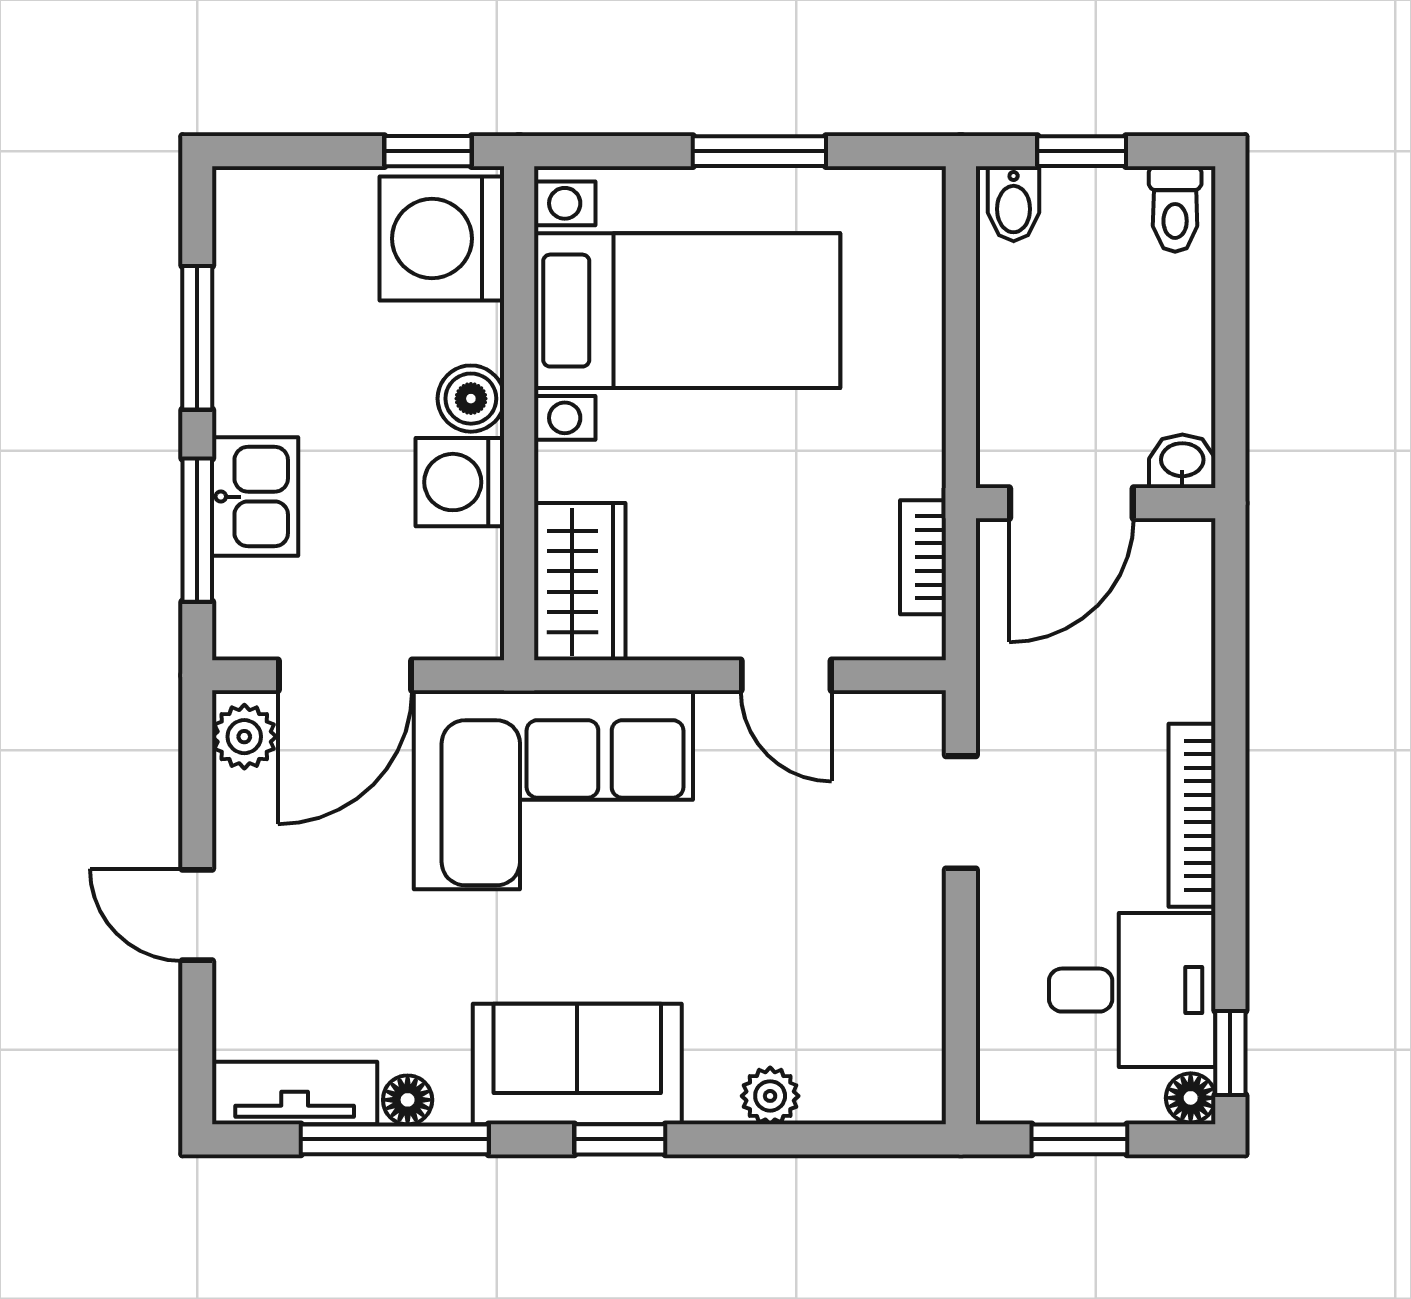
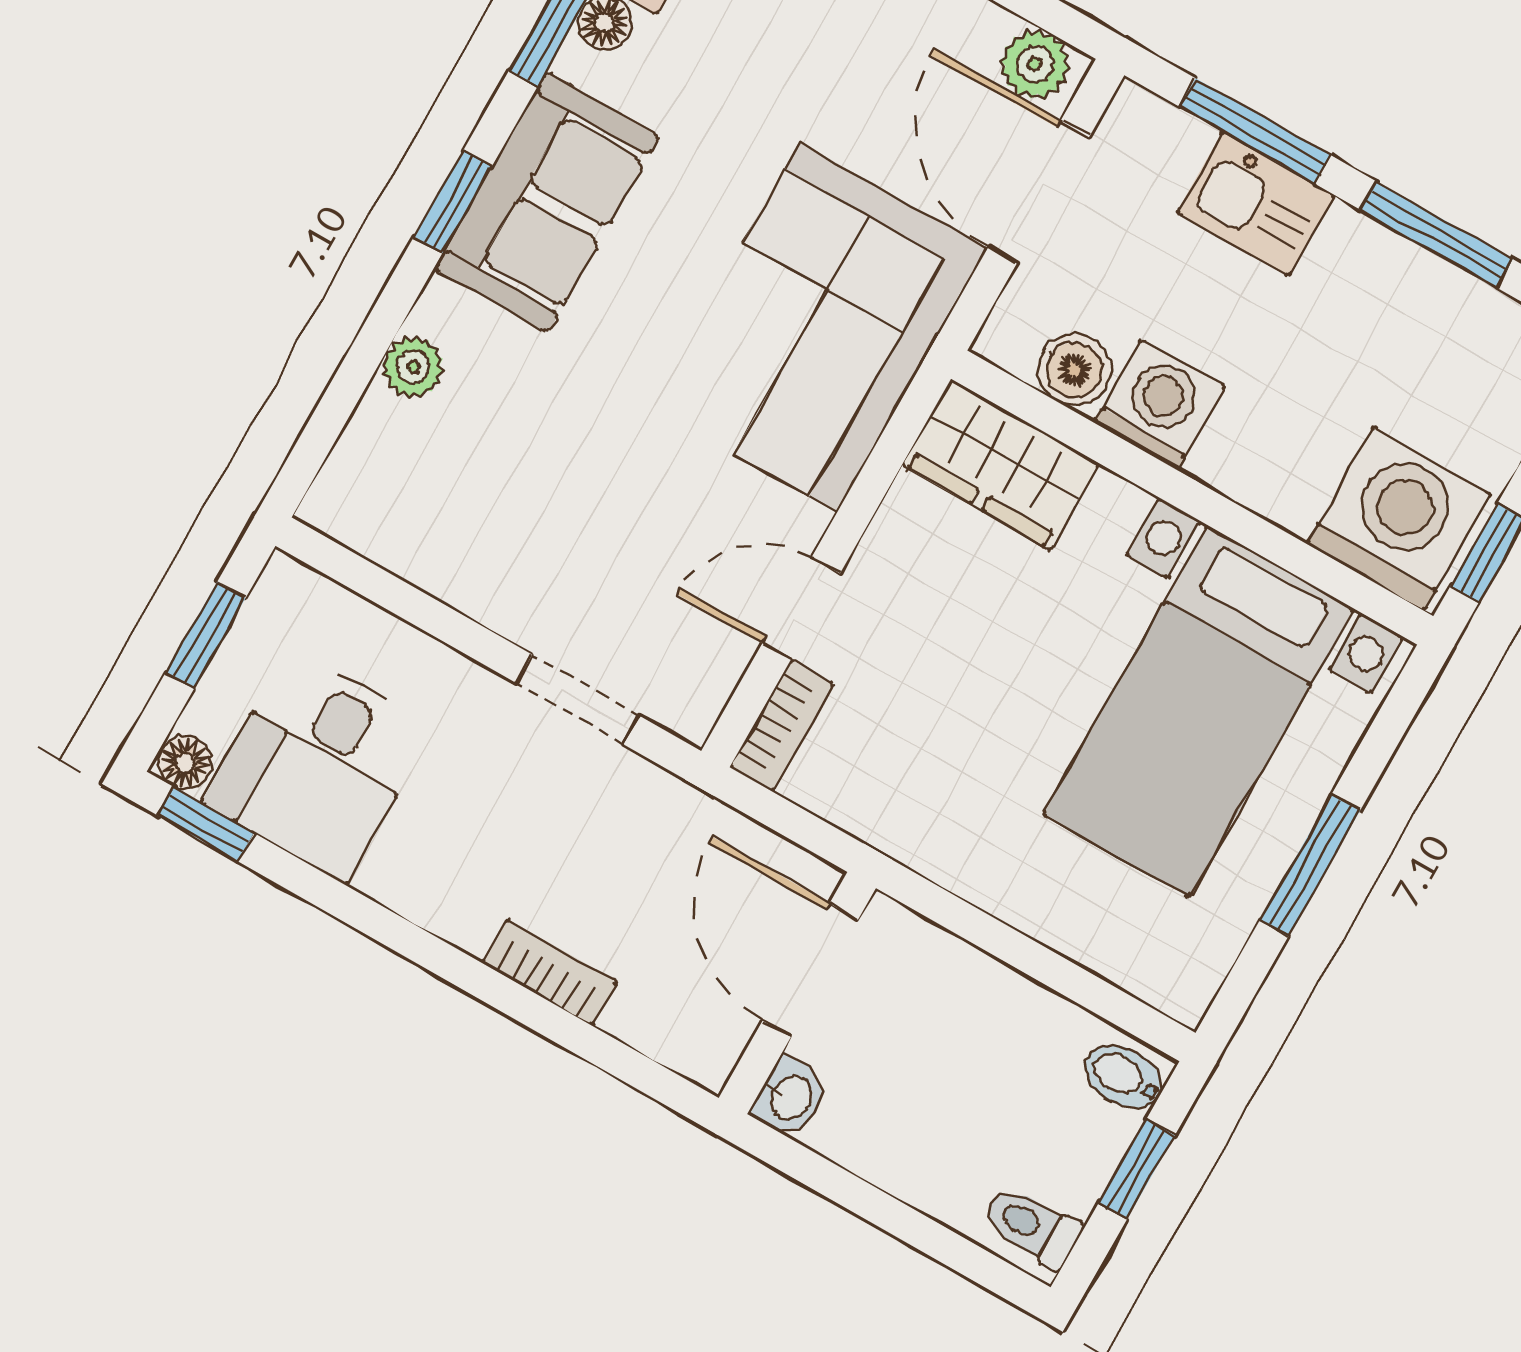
boiler: (471, 399) -> (1074, 370), moved
bookcase: (923, 557) -> (782, 726), moved, turned 90
bookcase: (1192, 815) -> (549, 972), moved, width x0.64

